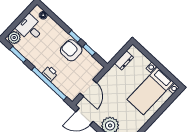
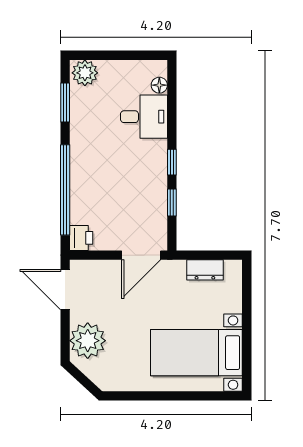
desk: (30, 28) -> (144, 117), moved, turned 90
armchair: (71, 50) -> (146, 176), removed
printer: (50, 73) -> (81, 238), moved
door: (88, 88) -> (141, 255), moved

